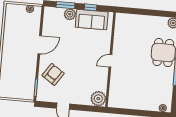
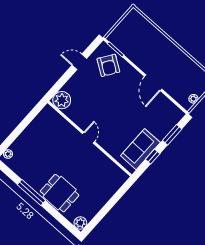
plant: (70, 14) -> (161, 132), removed
armchair: (53, 74) -> (108, 65), moved

